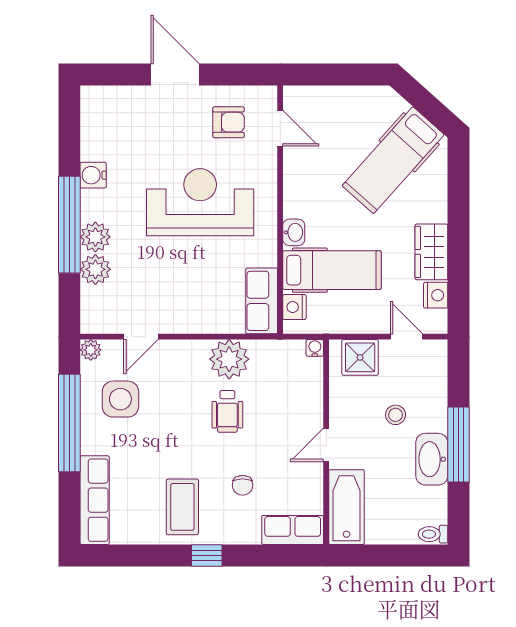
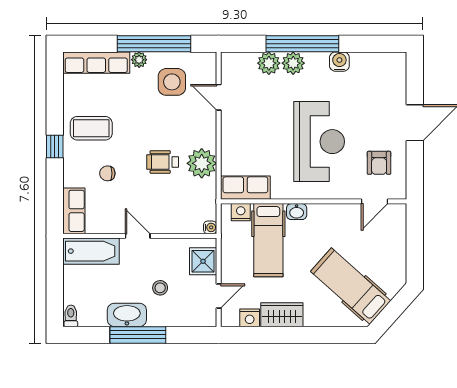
plant: (91, 350) -> (139, 60), moved

